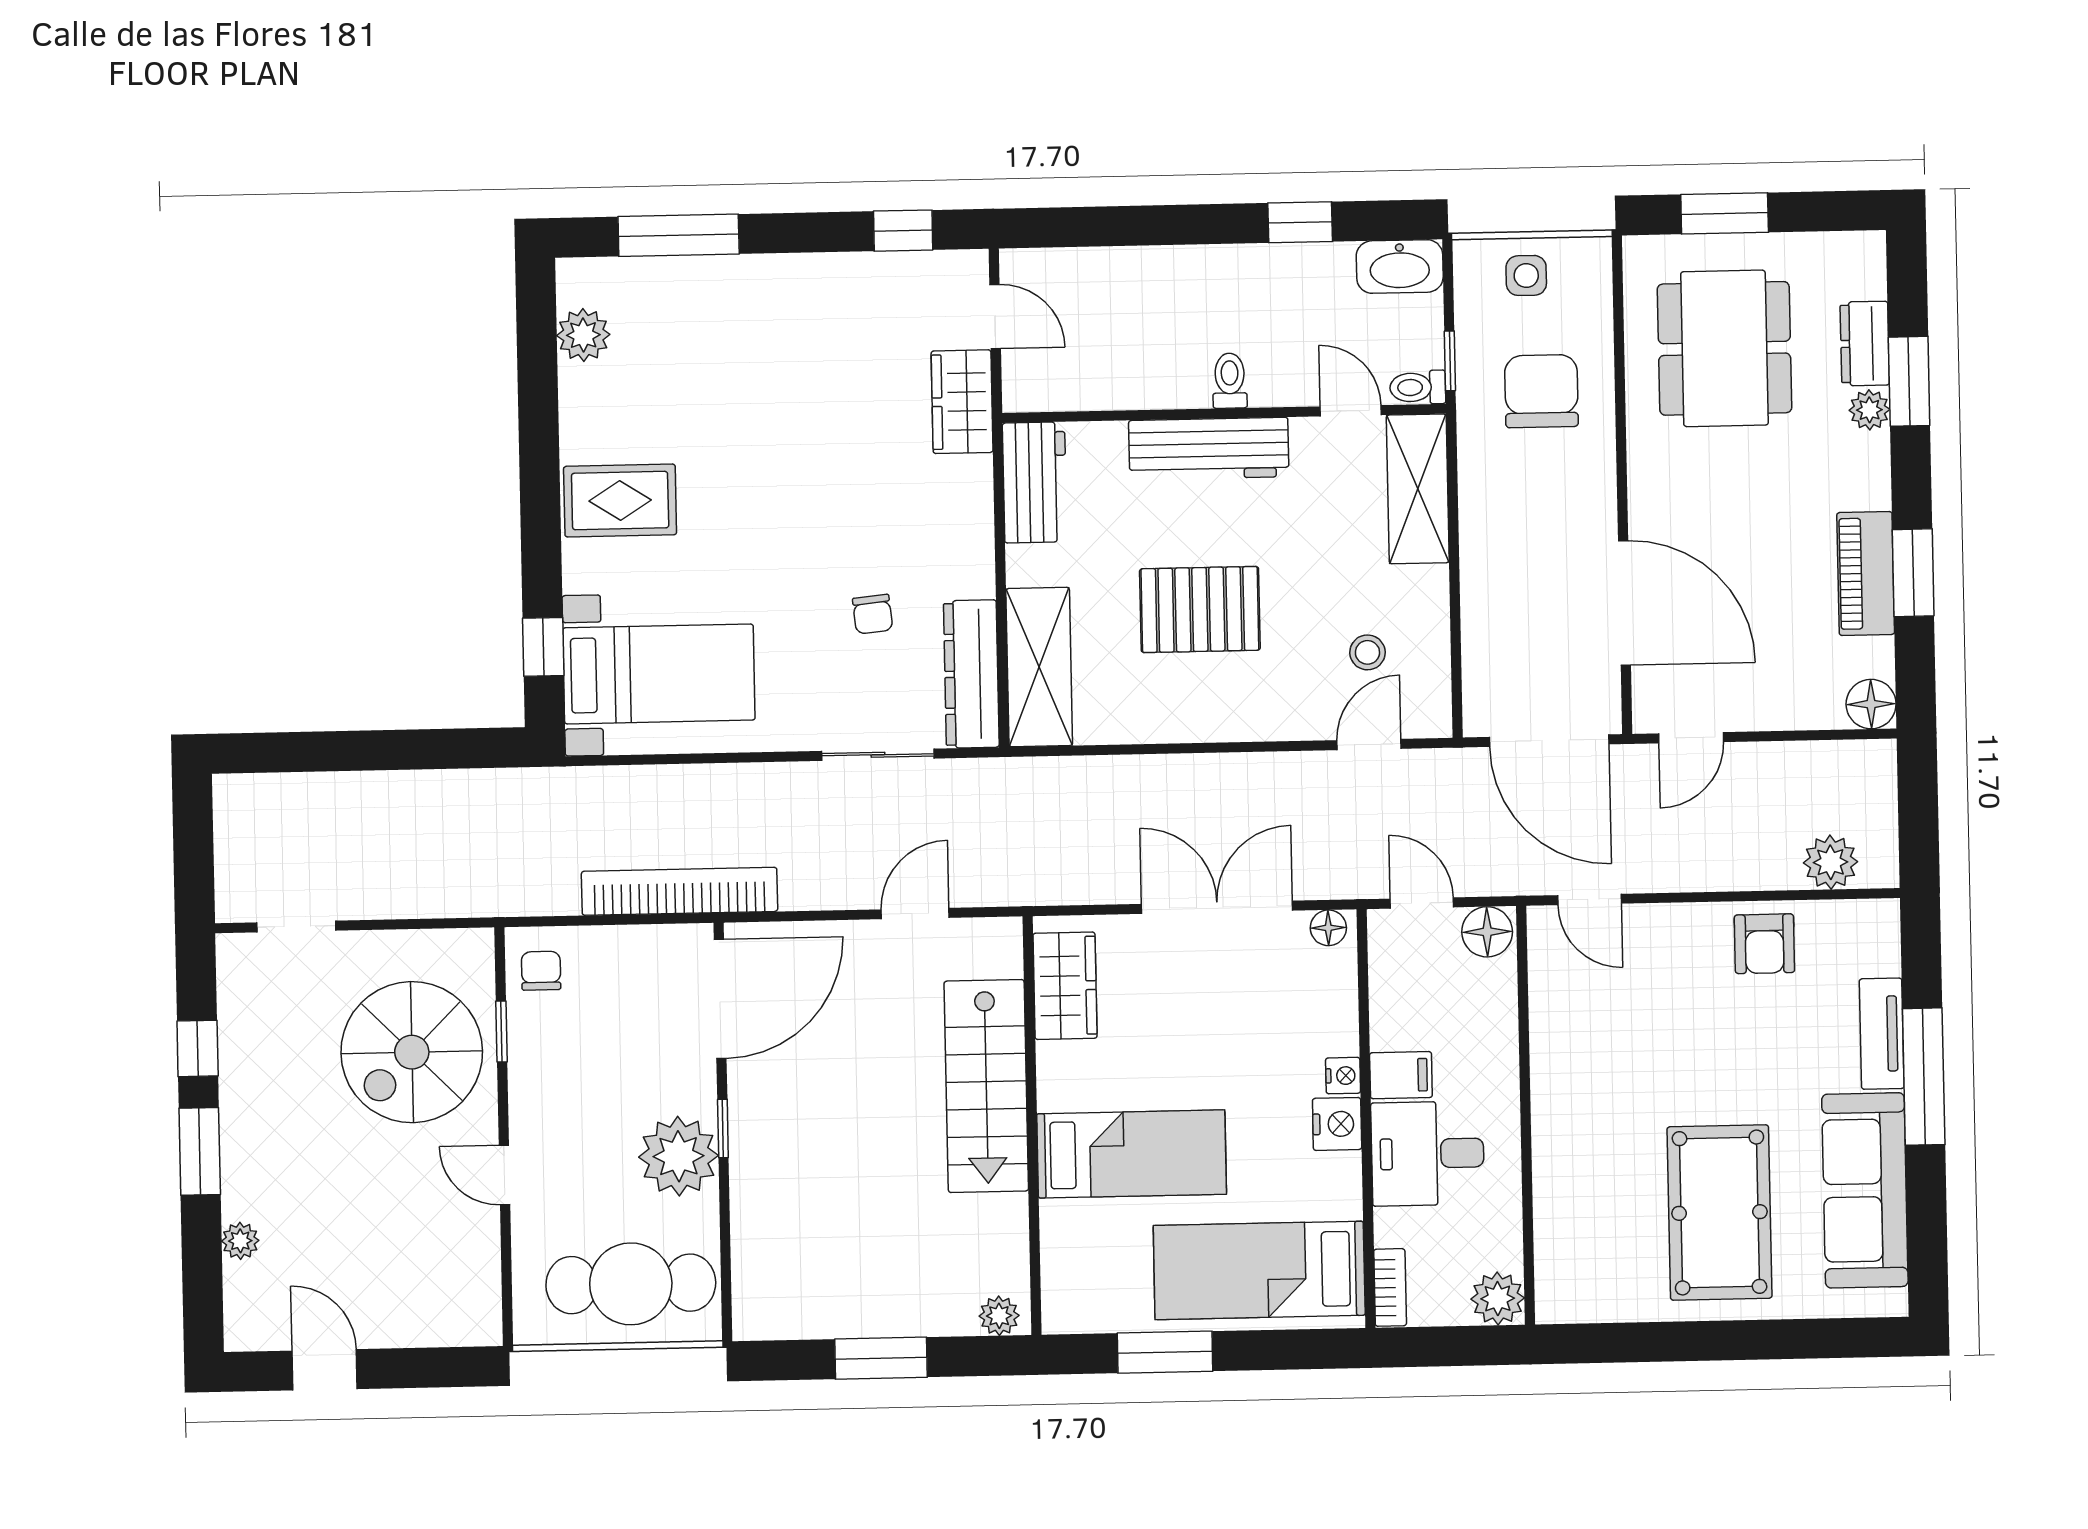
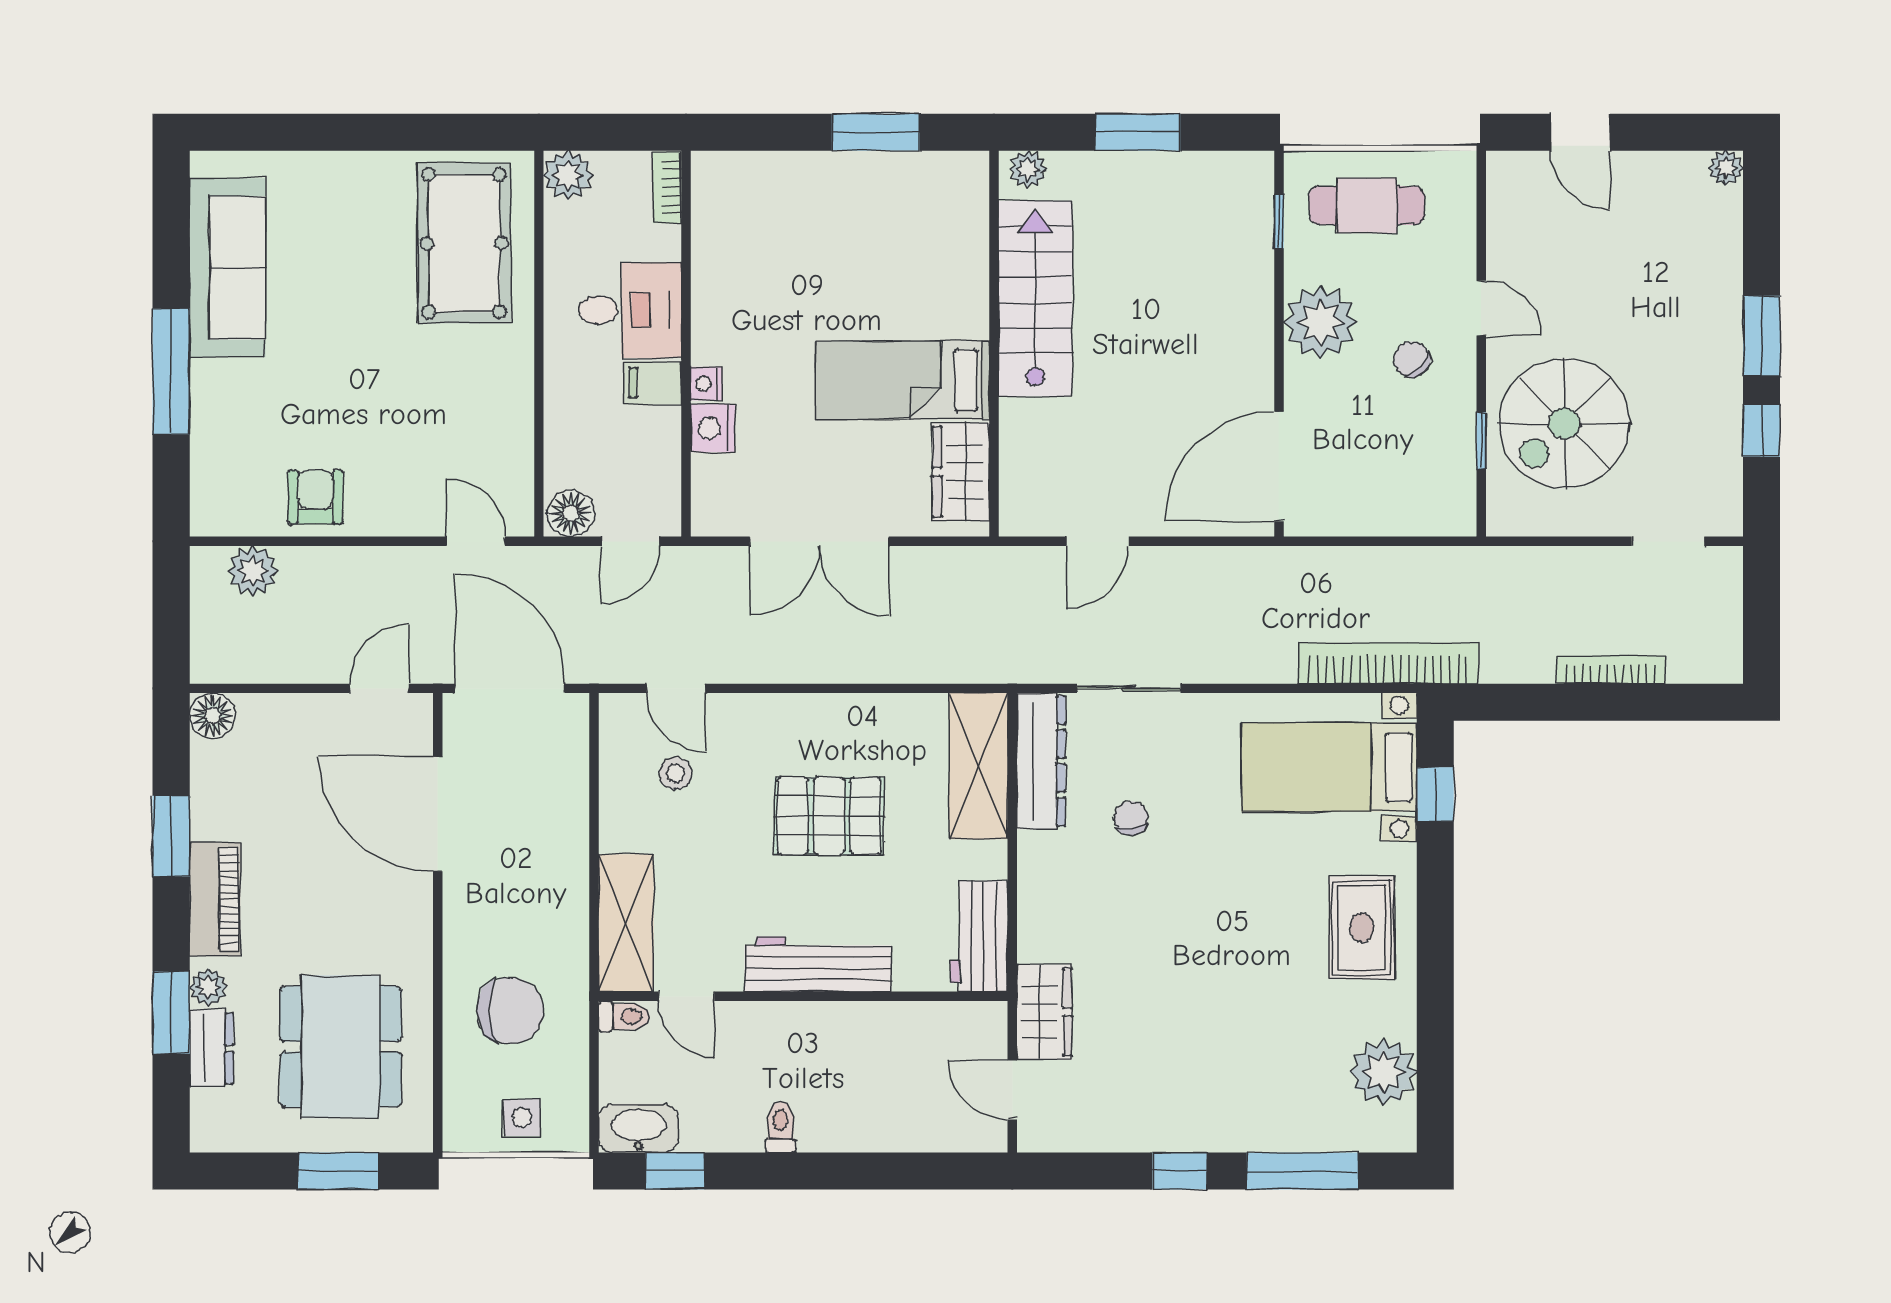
window: (1300, 222) -> (675, 1171), moved
window: (903, 231) -> (1180, 1171), moved
plant: (583, 335) -> (1383, 1072), width x1.36, depth x1.36
window: (1450, 361) -> (594, 1040), removed
toilet: (1230, 381) -> (781, 1127), moved, turned 180
chair: (1541, 391) -> (510, 1011), turned -92
rug: (620, 501) -> (1362, 928), turned 90
piano: (1866, 573) -> (215, 899), moved
door: (1369, 744) -> (676, 688), hinge flipped
bookcase: (356, 786) -> (1611, 670), added
bookcase: (680, 891) -> (1388, 663), moved, turned 180
door: (1422, 903) -> (630, 541), hinge flipped
floor lamp: (1328, 928) -> (717, 520), removed
chair: (541, 971) -> (1412, 359), moved, turned 133
tv unit: (1882, 1034) -> (209, 412), removed
spiral stairs: (412, 1052) -> (1564, 423), turned 180
stairs: (986, 1086) -> (1035, 298), moved
nightstand: (1337, 1124) -> (713, 428), moved
window: (723, 1128) -> (1279, 221), moved
bed: (1132, 1154) -> (903, 380), moved
pool table: (1720, 1212) -> (464, 243), moved
plant: (240, 1241) -> (1726, 168), moved
bed: (1259, 1270) -> (787, 206), removed
cafe table: (631, 1284) -> (1367, 205), width x0.73, depth x0.74
door: (325, 1370) -> (1580, 132), moved

